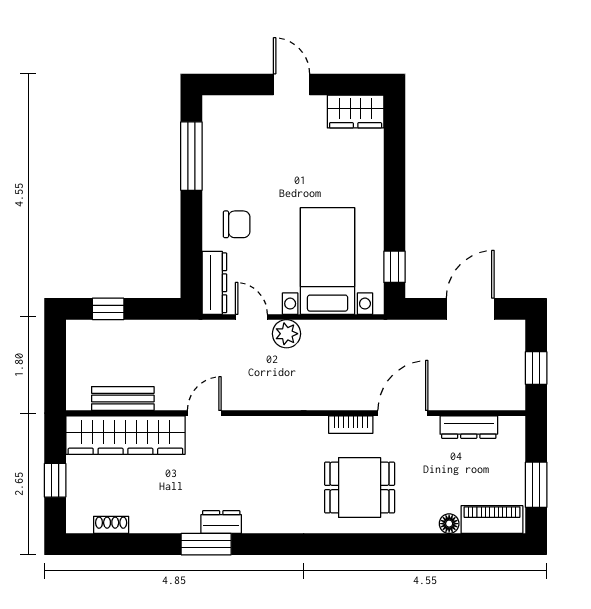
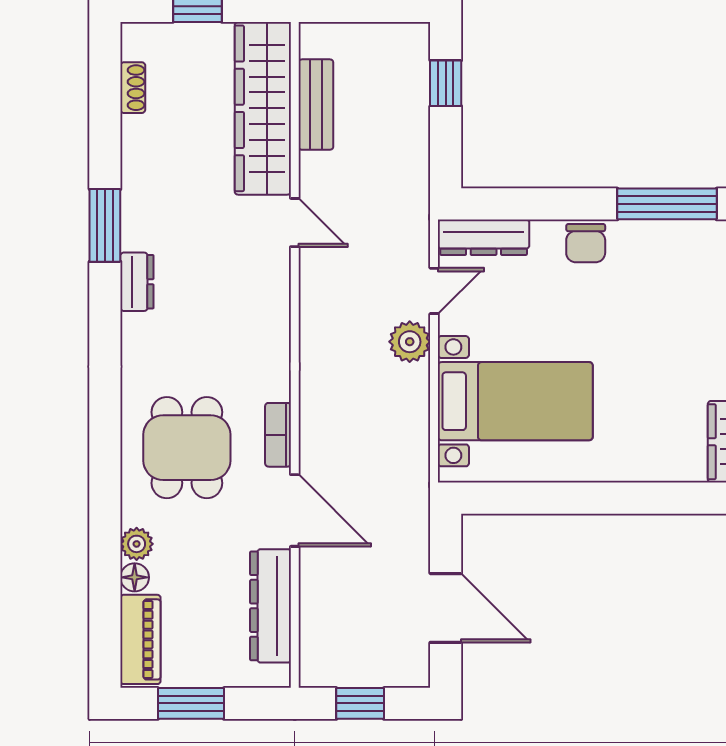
chair: (237, 224) -> (586, 243), moved
window: (394, 267) -> (507, 498), removed
dresser: (469, 427) -> (271, 606), width x1.37, depth x1.24
dresser: (221, 522) -> (137, 282), moved
plant: (426, 522) -> (137, 544), added

